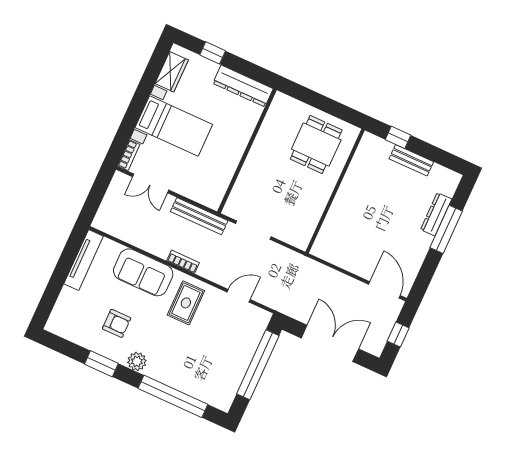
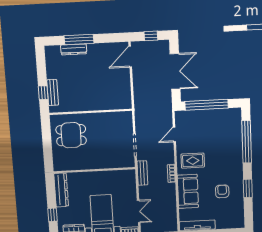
bench: (411, 160) -> (53, 92), moved
bench: (199, 216) -> (142, 173), width x0.73
door: (239, 296) -> (174, 134), hinge flipped
double door: (330, 343) -> (175, 71), swing flipped
plant: (137, 361) -> (237, 170), removed

